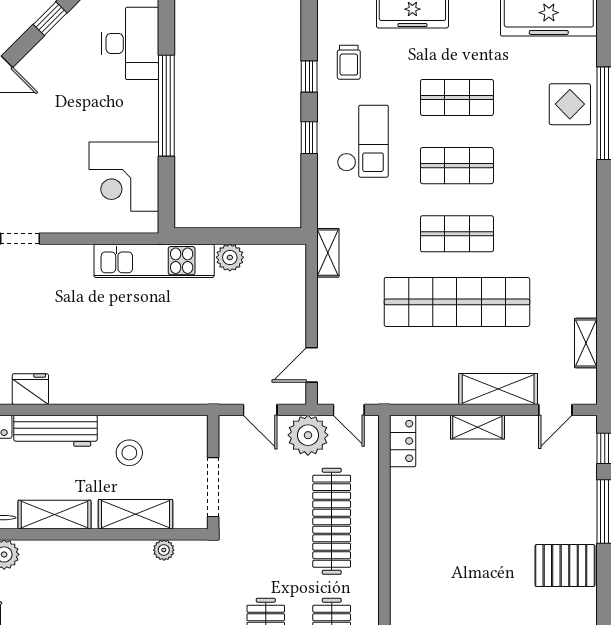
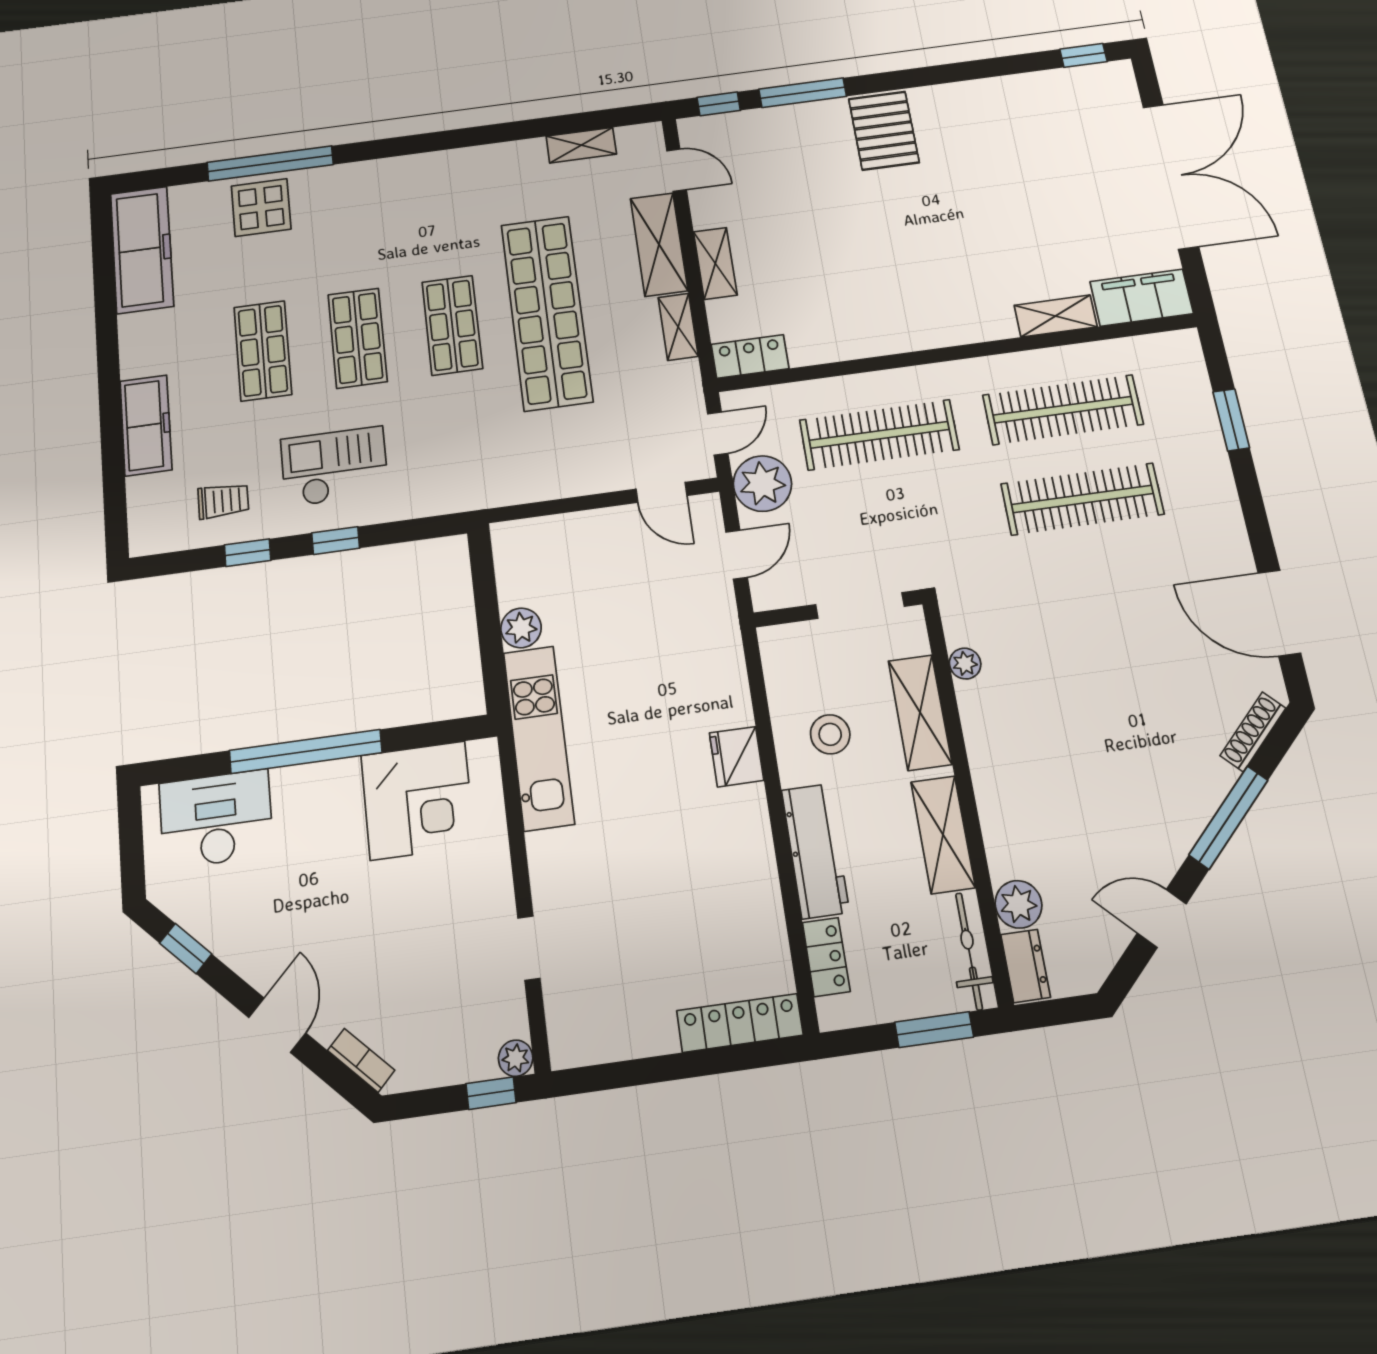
shelving: (328, 253) -> (678, 327), moved, turned 90
fridge: (30, 389) -> (737, 757), moved

